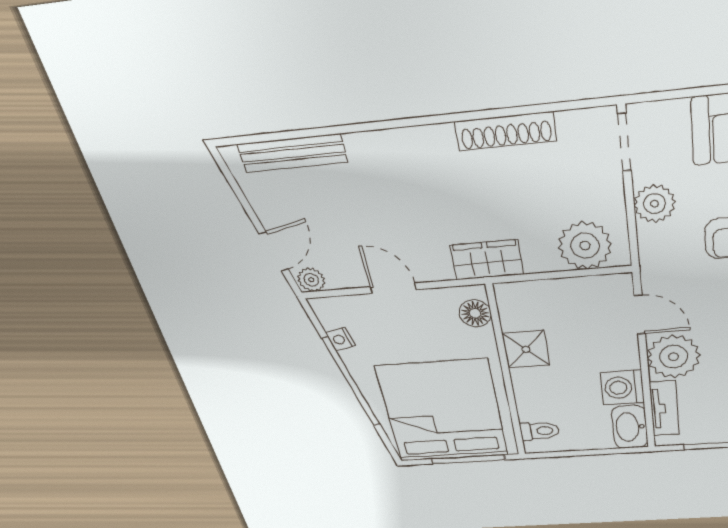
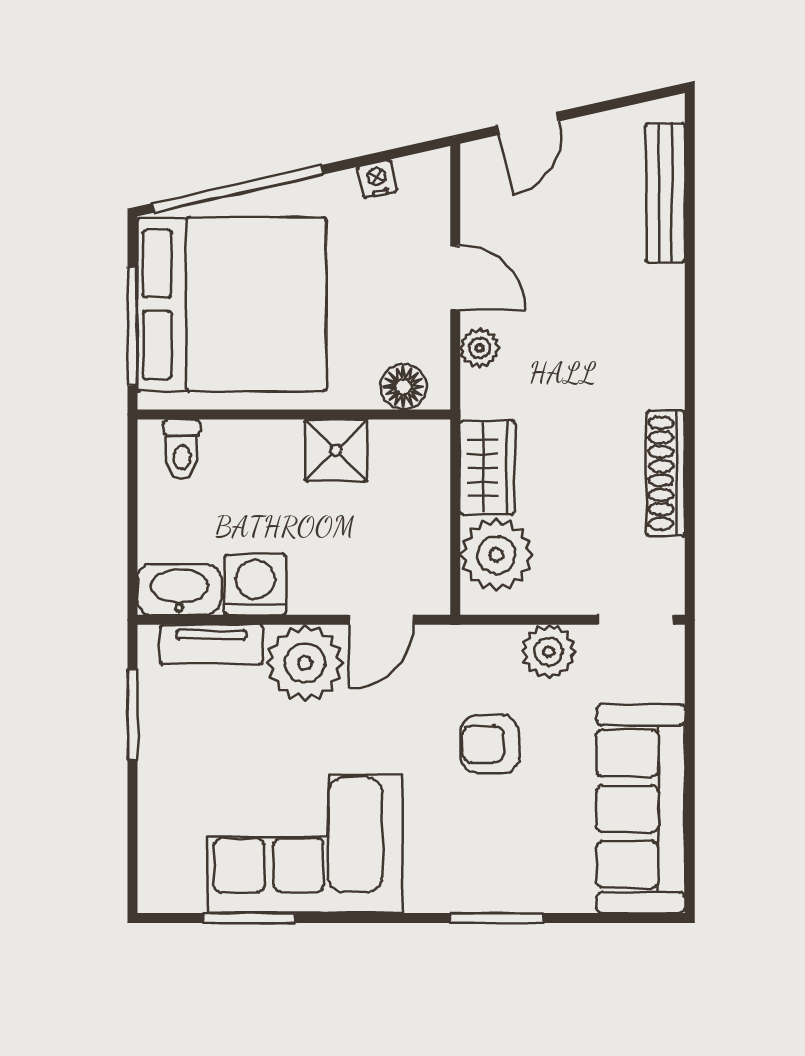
door: (274, 252) -> (528, 123), hinge flipped
wardrobe: (487, 260) -> (487, 468), moved
plant: (311, 280) -> (479, 348), moved
door: (393, 288) -> (455, 278), hinge flipped
window: (352, 383) -> (238, 189), moved

